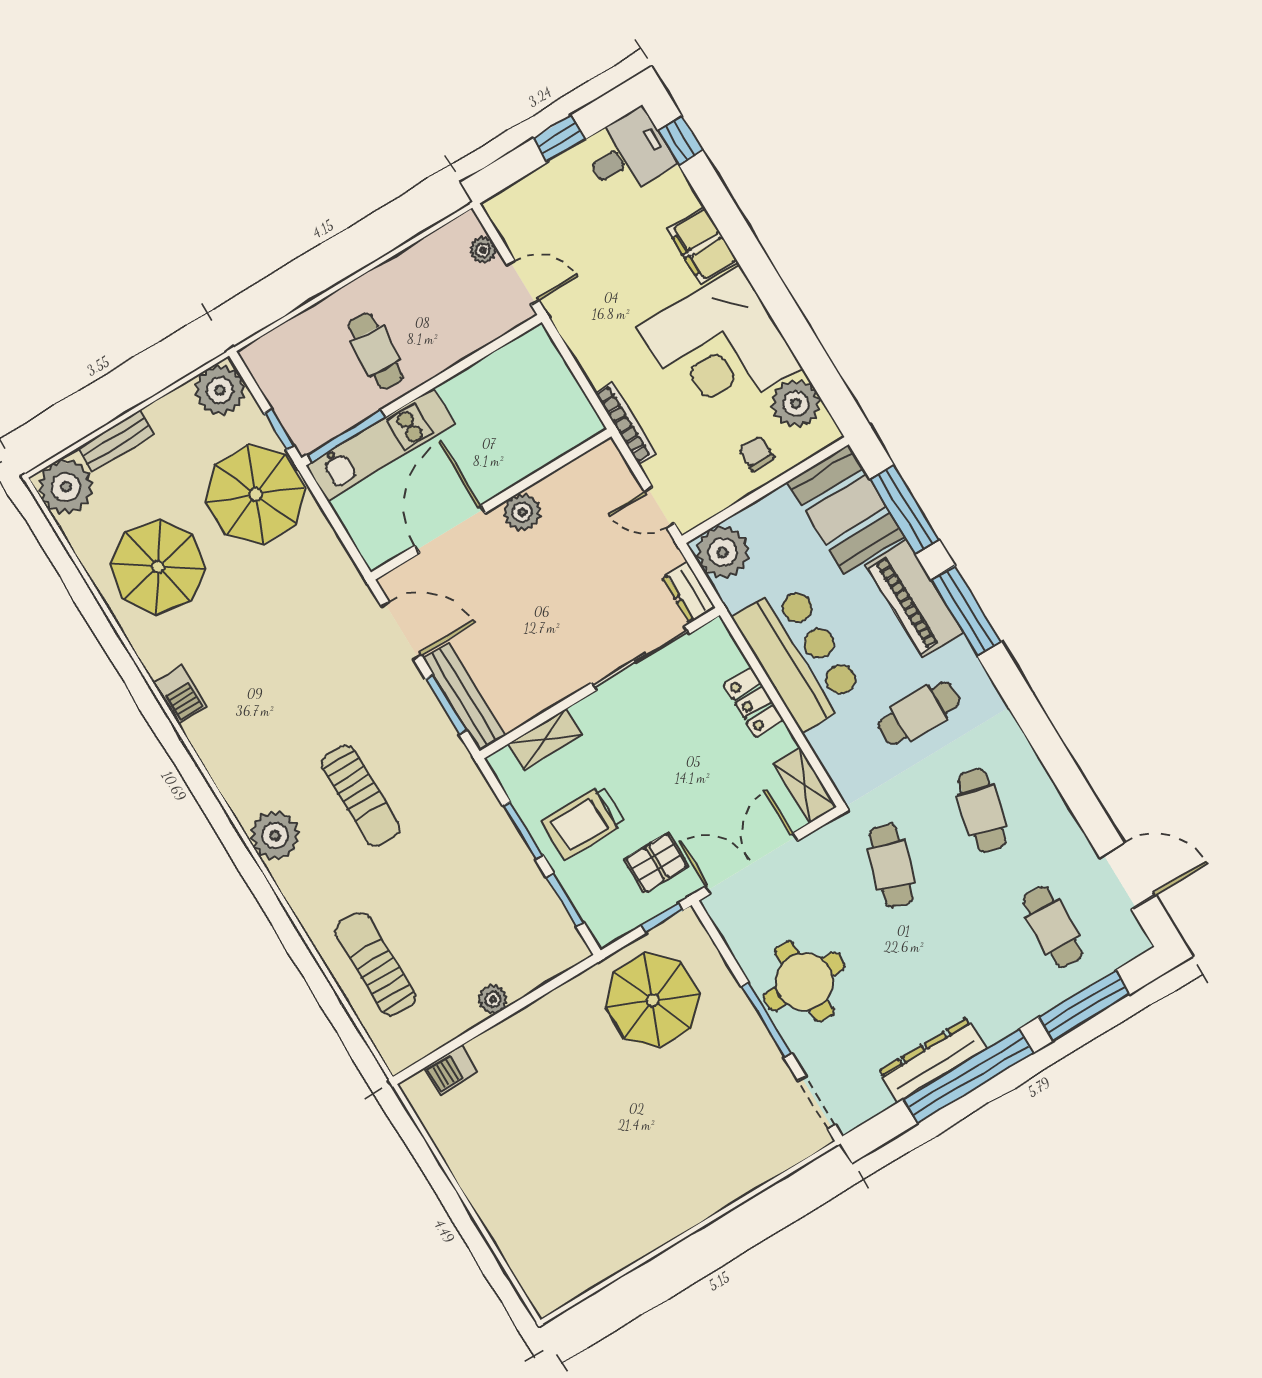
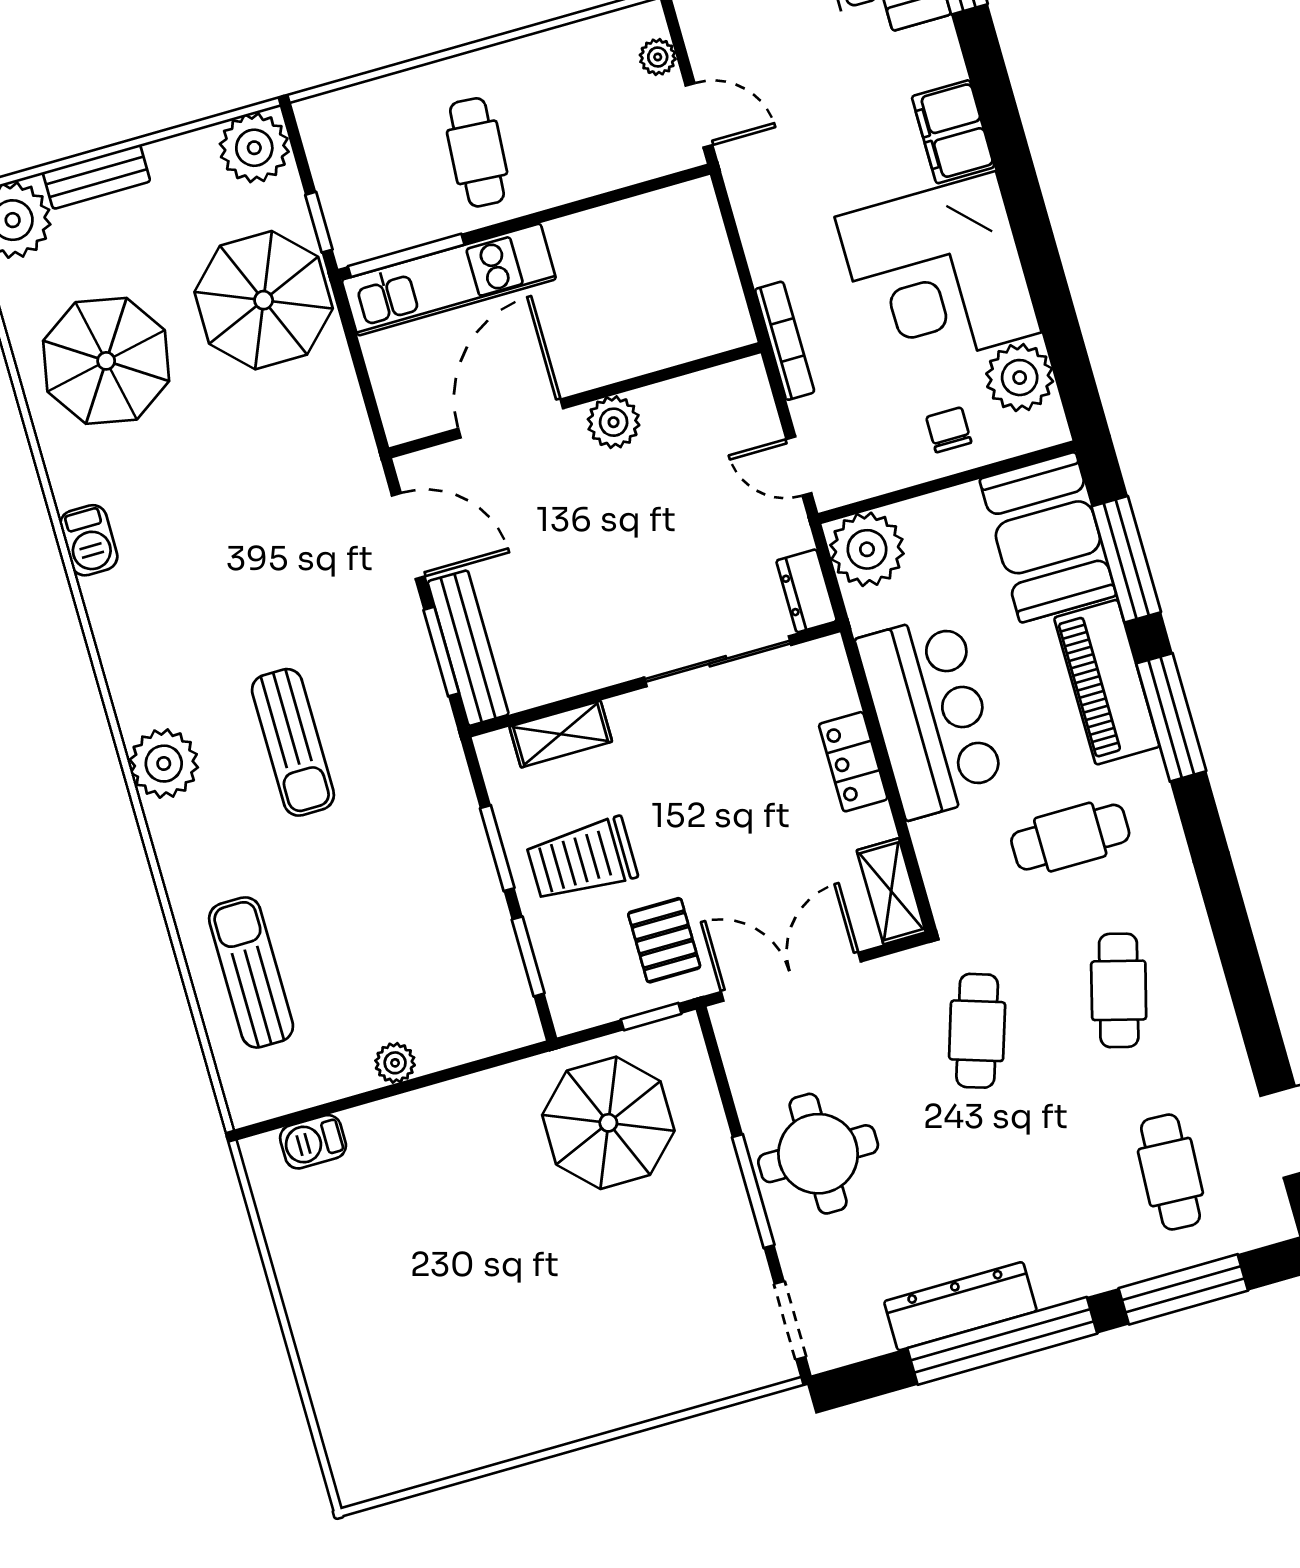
pallet: (656, 863) -> (664, 940), turned 90

